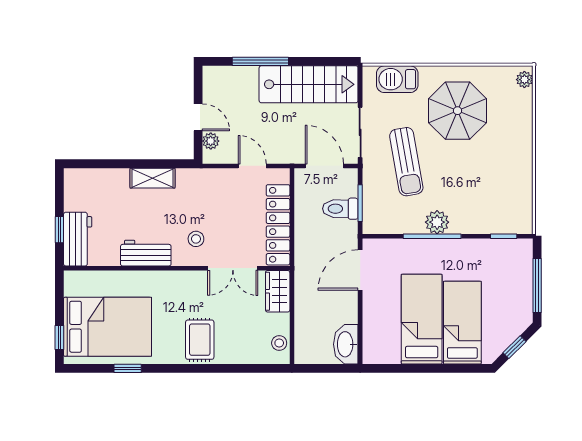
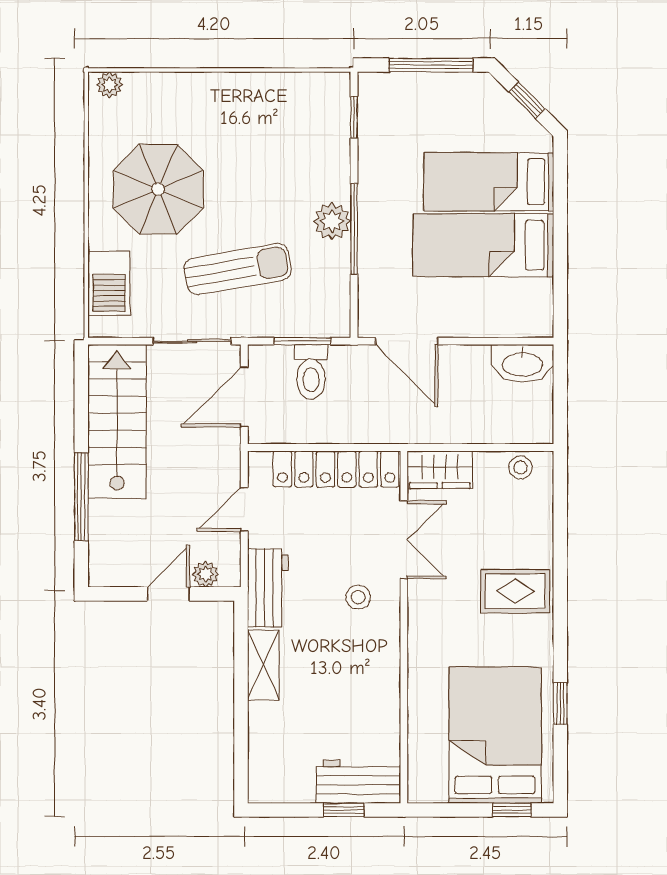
workbench: (146, 253) -> (268, 588), moved, turned 180

